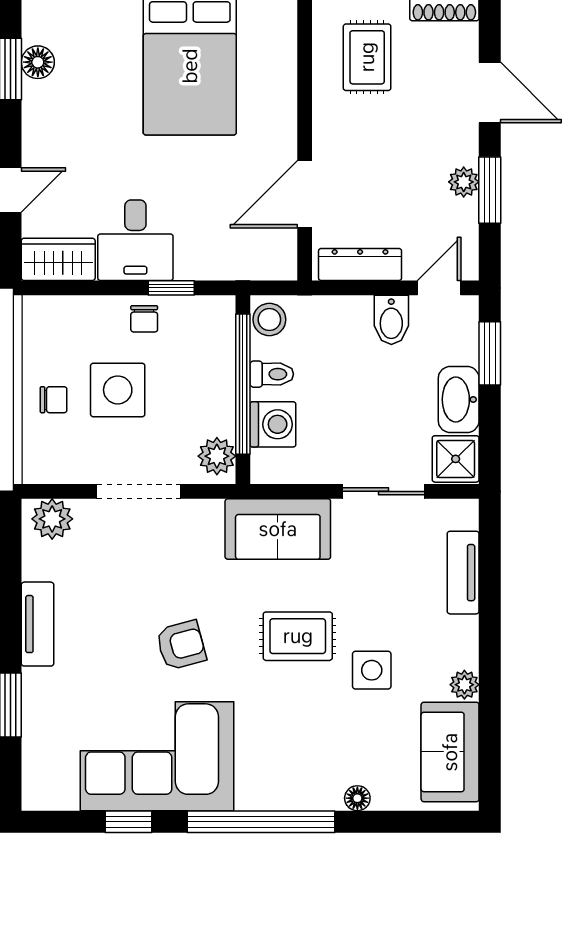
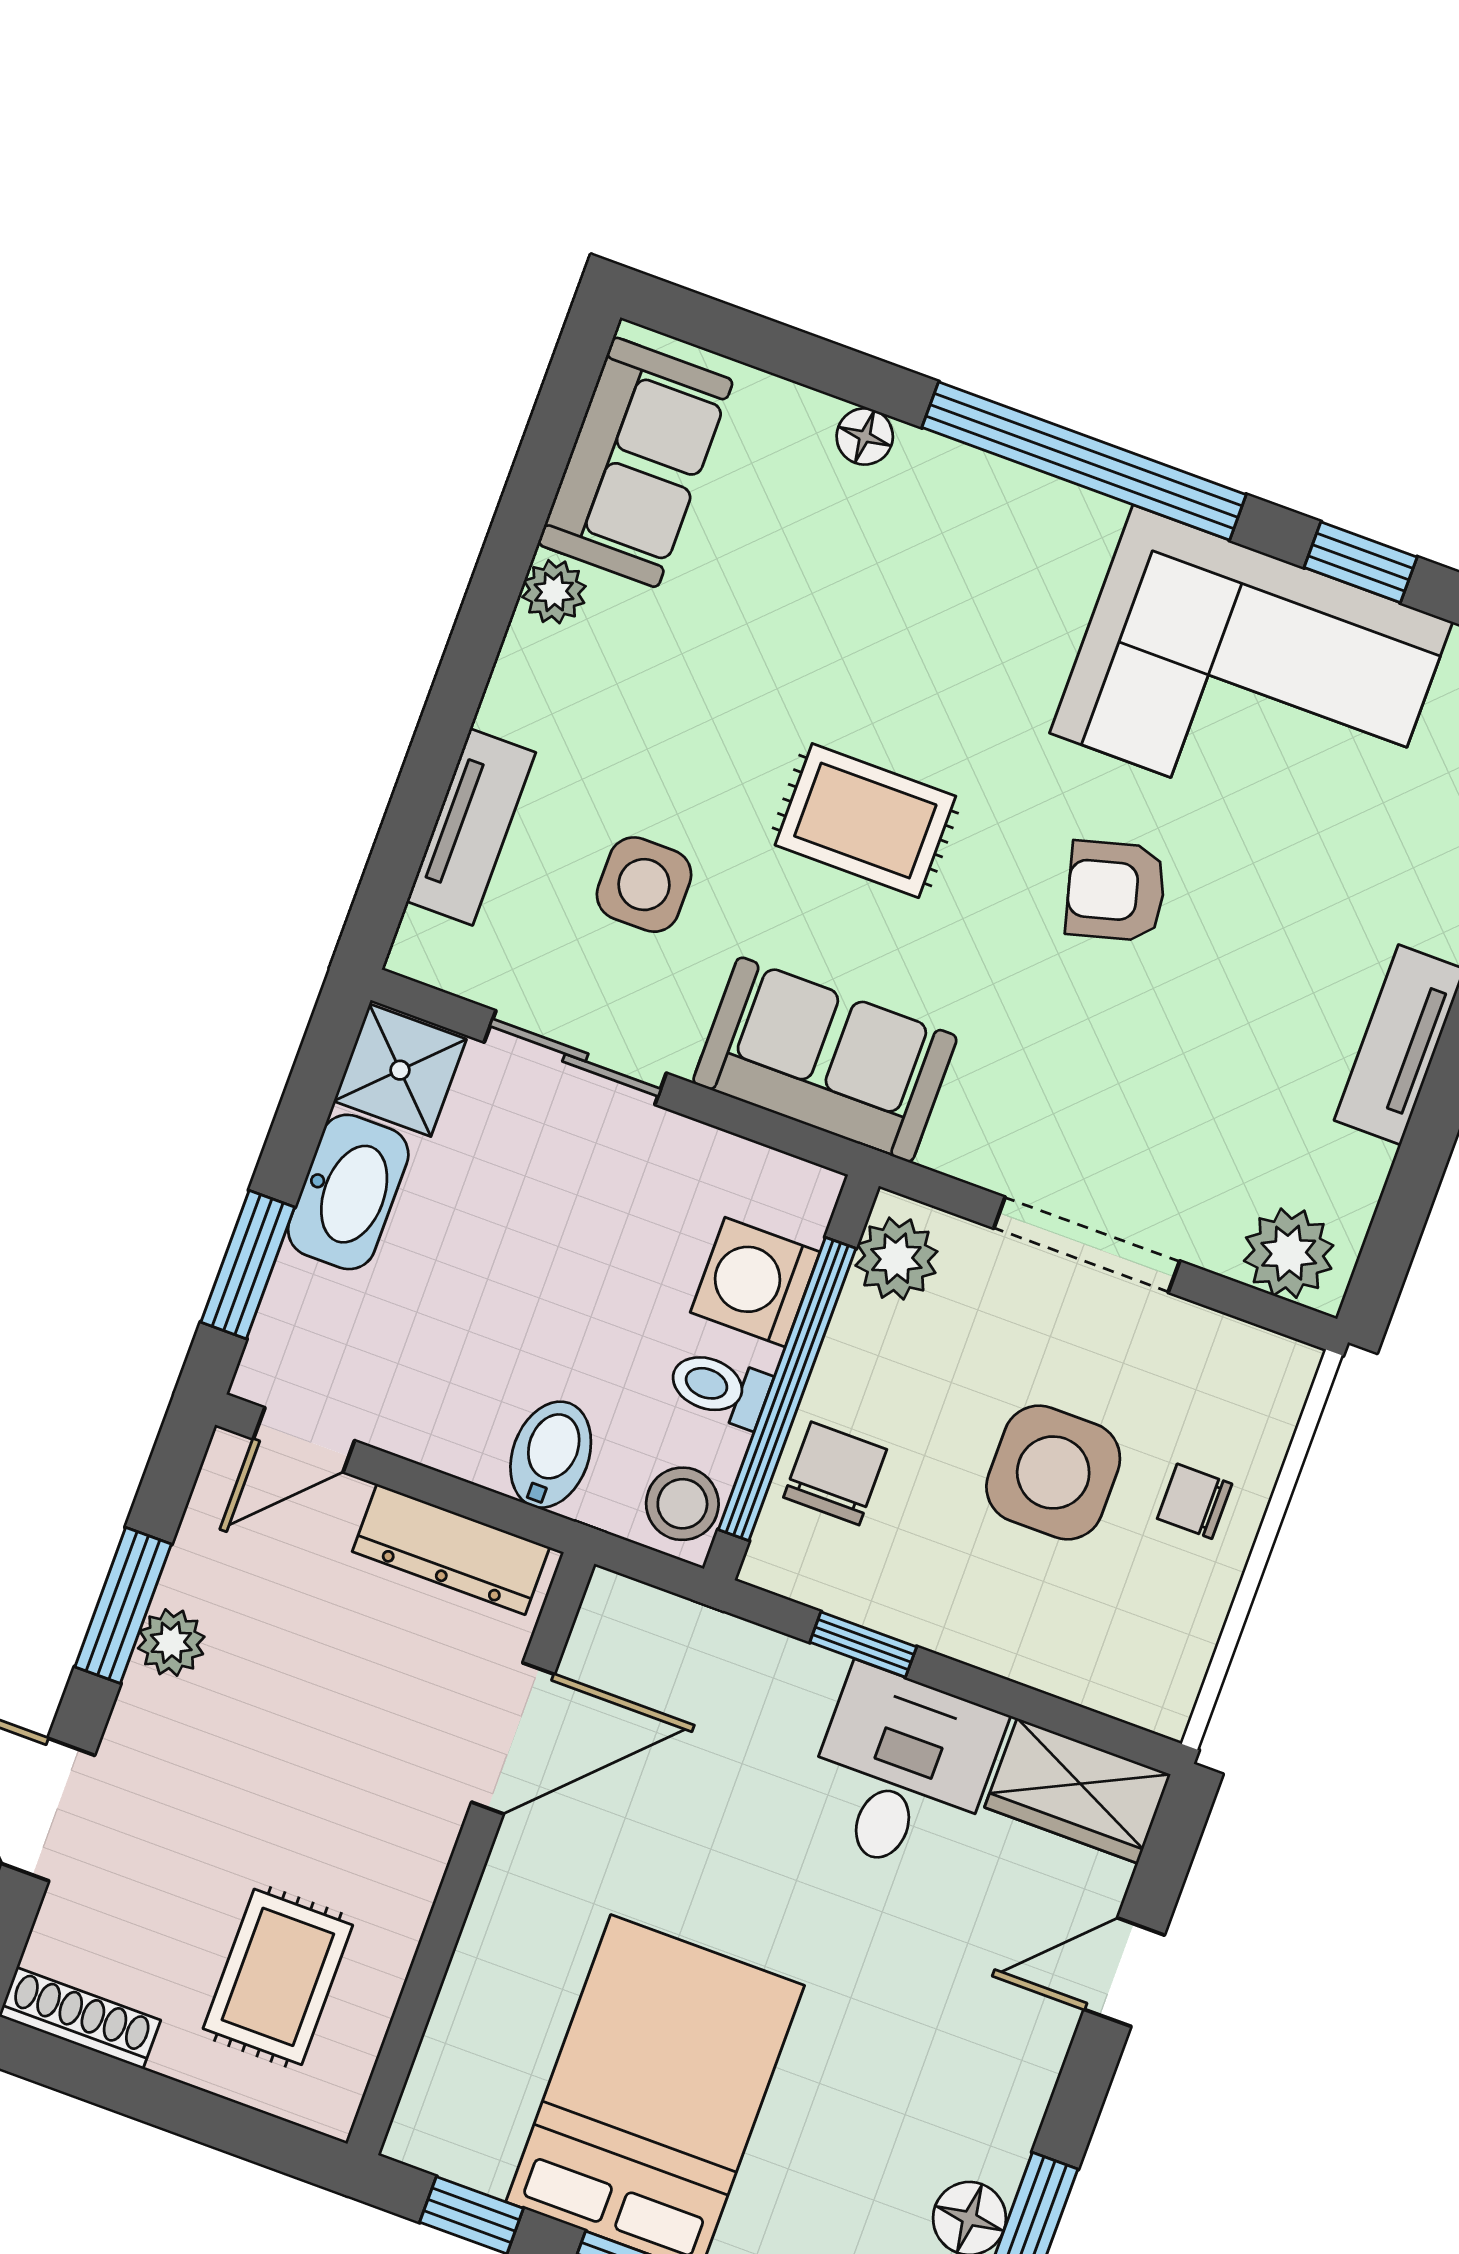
chair: (144, 319) -> (835, 1473), moved, width x1.37, depth x1.37
bidet: (391, 320) -> (551, 1455), moved
side table: (372, 670) -> (644, 885), moved

